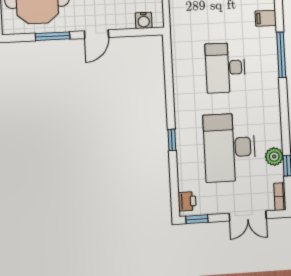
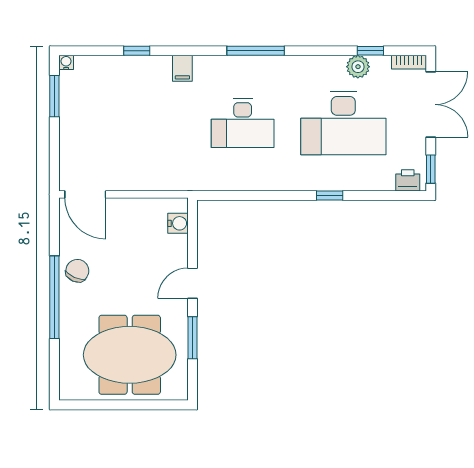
door: (96, 34) -> (192, 283), swing flipped
window: (281, 55) -> (256, 51), moved
double door: (248, 216) -> (431, 104), width x1.37

